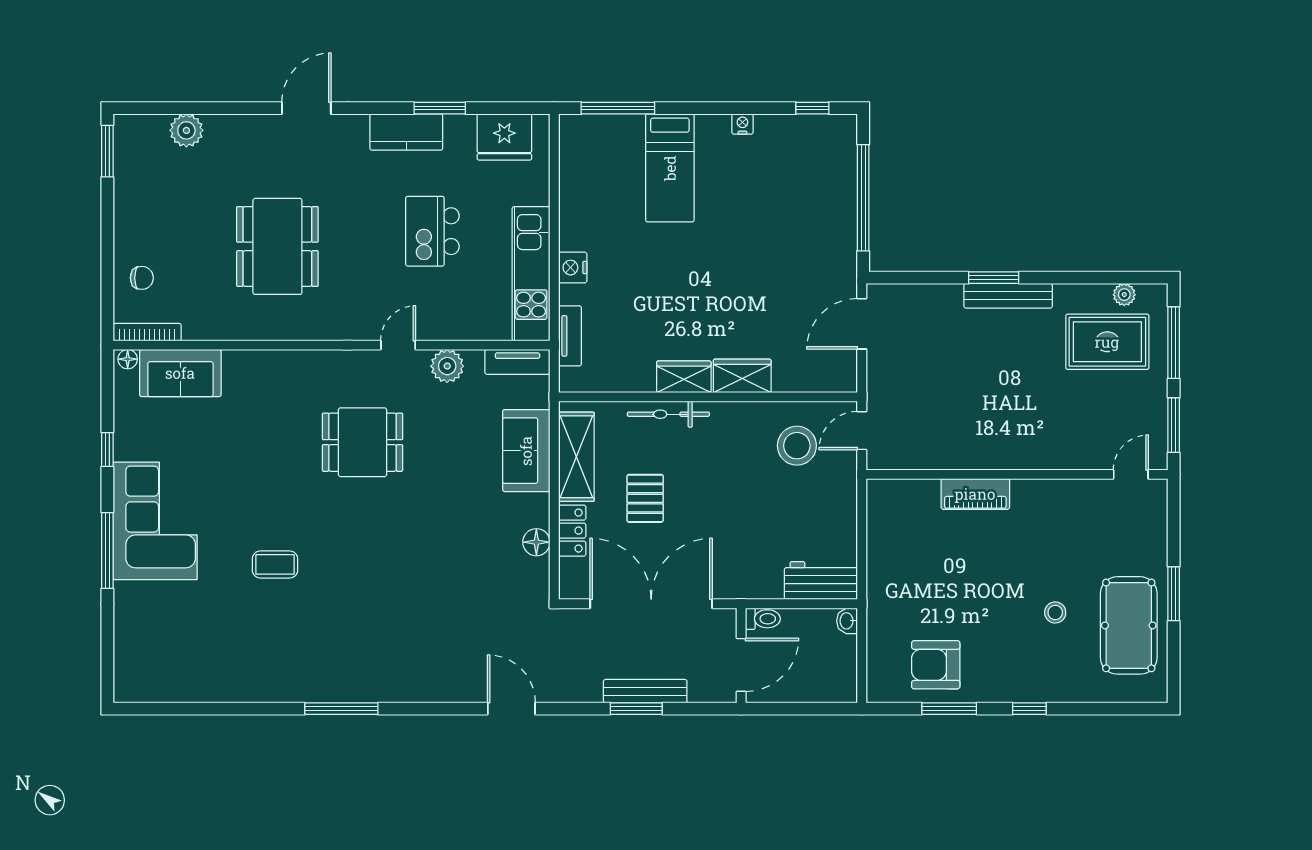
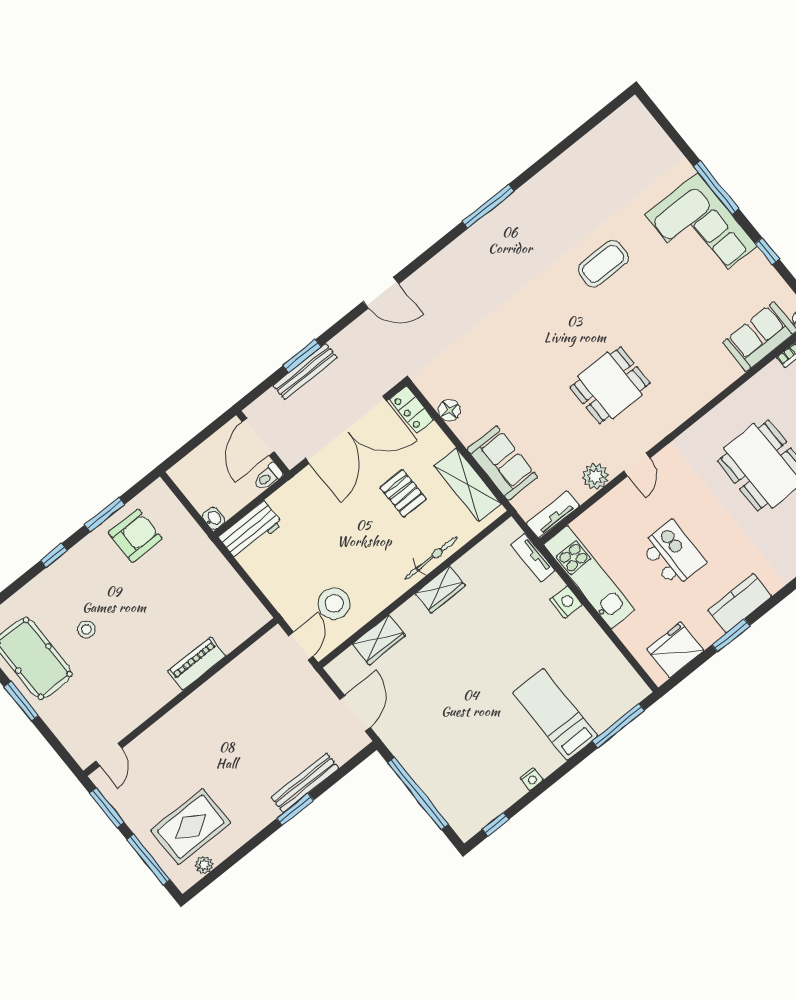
bench: (1008, 296) -> (305, 783), moved
wardrobe: (742, 376) -> (379, 640), moved
locker: (572, 531) -> (411, 409), moved
coffee table: (275, 564) -> (603, 264), width x1.36, depth x1.30

